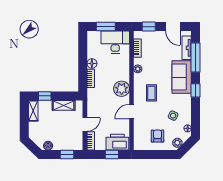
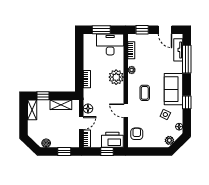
floor lamp: (92, 63) -> (88, 109), moved
sofa: (182, 77) -> (173, 89), moved
plant: (122, 89) -> (116, 77), moved
window: (196, 90) -> (187, 102), moved
door: (132, 112) -> (126, 111), hinge flipped
armchair: (157, 136) -> (137, 134), moved

